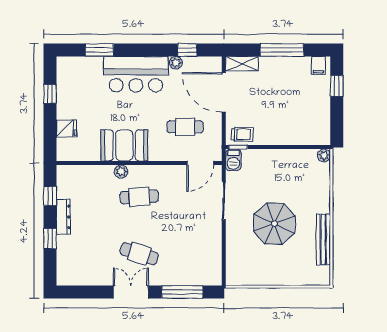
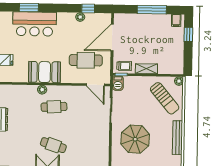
shelving: (242, 64) -> (146, 69), moved
bar counter: (136, 74) -> (35, 24), moved
door: (224, 92) -> (112, 38), hinge flipped
cafe table: (185, 127) -> (86, 60), width x1.37, depth x1.35
door: (200, 163) -> (95, 85), hinge flipped
sun lounger: (303, 181) -> (165, 98), added
parasol: (274, 224) -> (135, 139), moved

